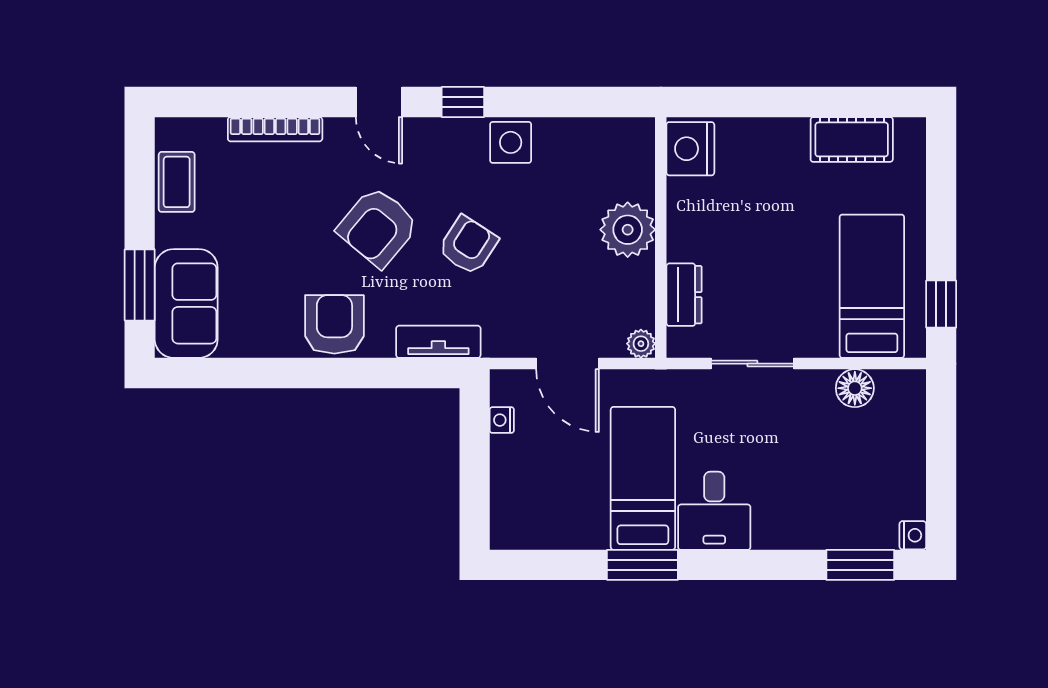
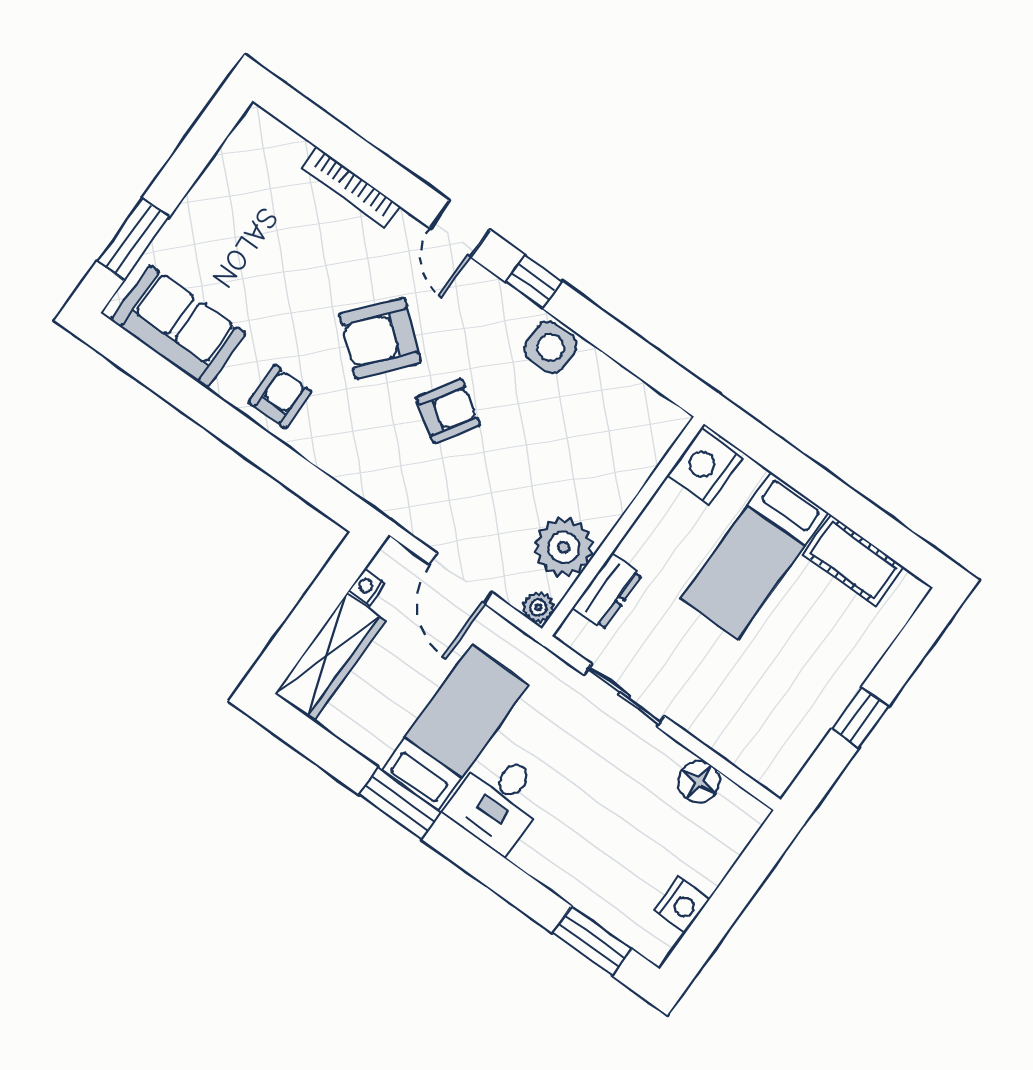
coffee table: (177, 182) -> (231, 171), removed
plant: (628, 230) -> (564, 547), moved
bed: (872, 286) -> (755, 556), moved, turned 180
sofa: (186, 303) -> (178, 327), moved, turned -90
window: (941, 304) -> (860, 718), moved
armchair: (334, 324) -> (280, 397), width x0.72, depth x0.72
tv unit: (438, 342) -> (361, 478), removed
wardrobe: (512, 493) -> (330, 657), added
nightstand: (913, 535) -> (682, 905), moved, width x1.39, depth x1.35

